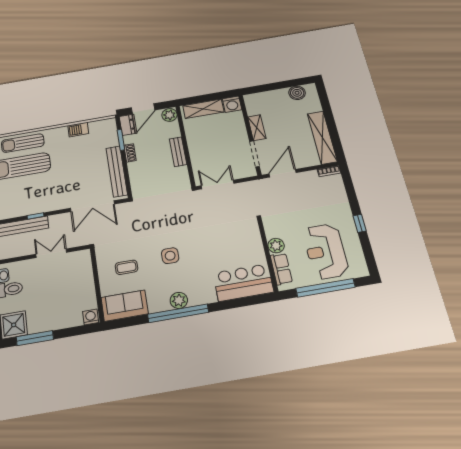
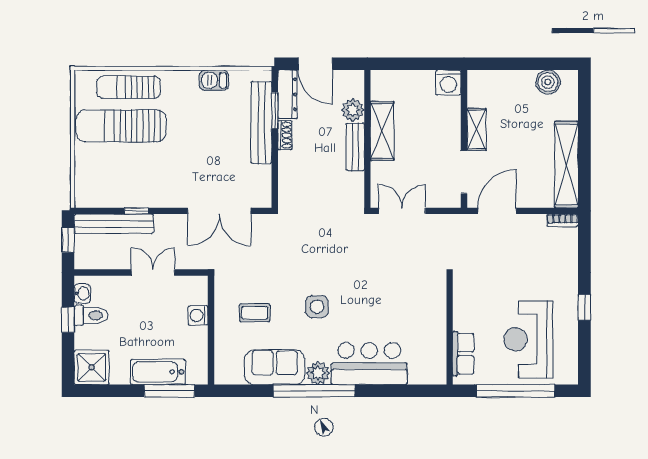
door: (143, 109) -> (315, 64), hinge flipped
shelving: (203, 109) -> (382, 131), moved, turned 90
plant: (169, 115) -> (353, 110), moved
dresser: (127, 125) -> (287, 94), width x1.44
bench: (117, 171) -> (261, 122), moved
plant: (276, 246) -> (464, 319), removed
bar counter: (243, 282) -> (369, 364), moved
sofa: (125, 306) -> (275, 367), moved
washing machine: (91, 317) -> (198, 315), moved, turned -90
bathtub: (62, 320) -> (158, 372), added
window: (35, 338) -> (169, 391), moved

